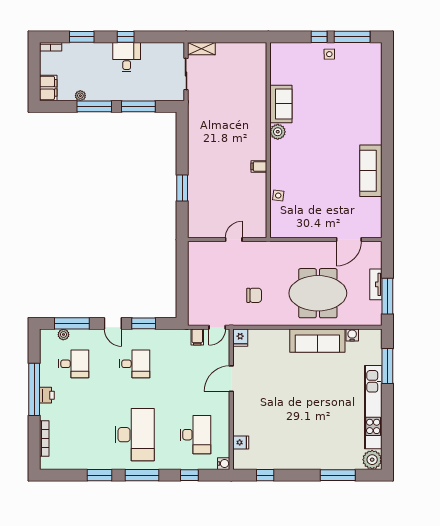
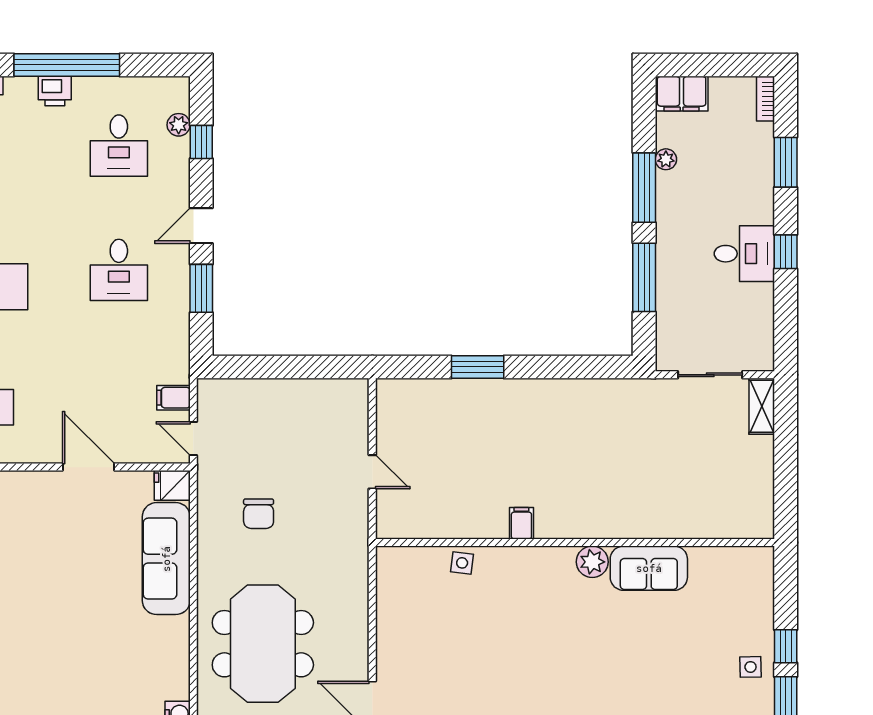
window: (72, 323) -> (201, 142), width x0.46
sofa: (317, 341) -> (166, 559), moved

